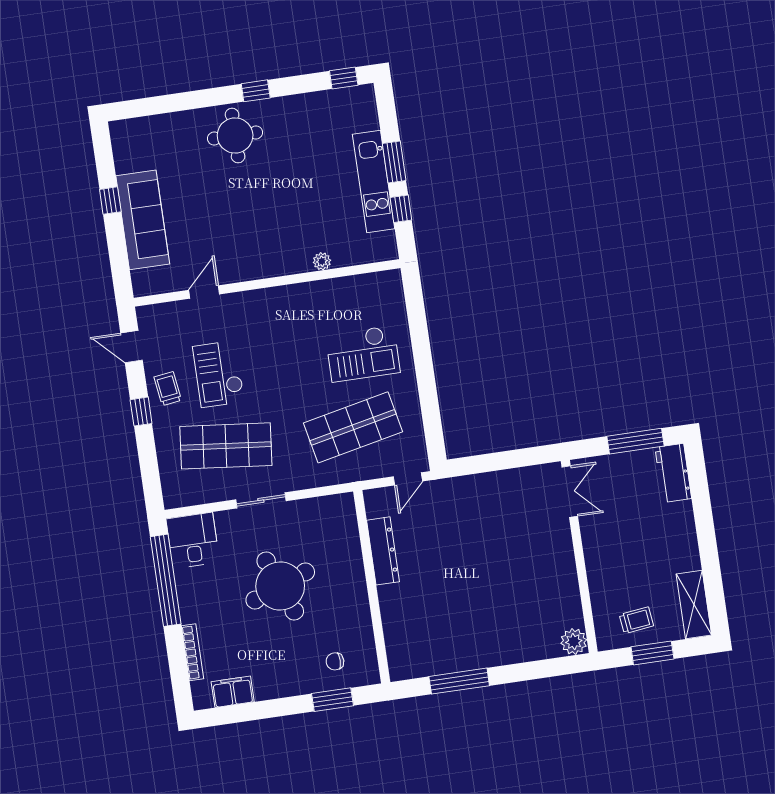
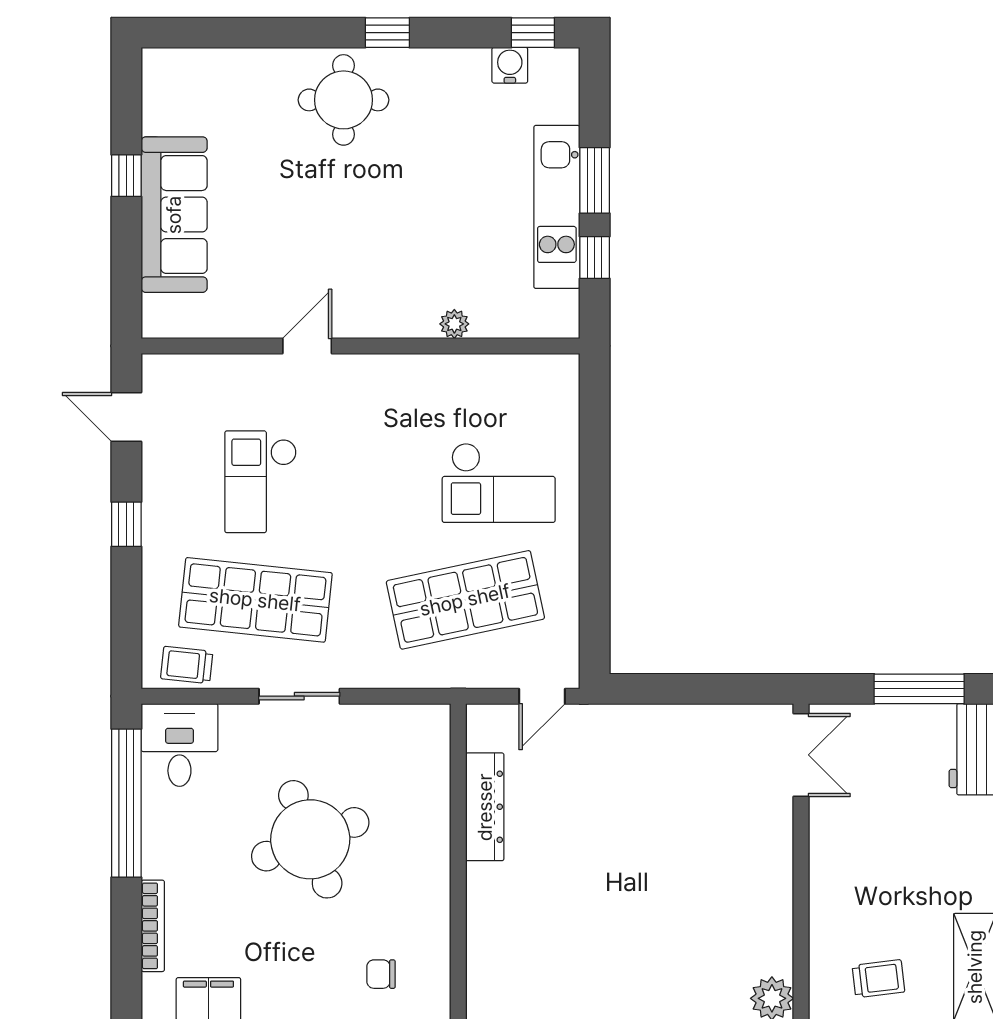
water cooler: (333, 100) -> (510, 65), added
door: (204, 292) -> (307, 346), moved
trolley: (168, 389) -> (187, 665), moved, turned -76

